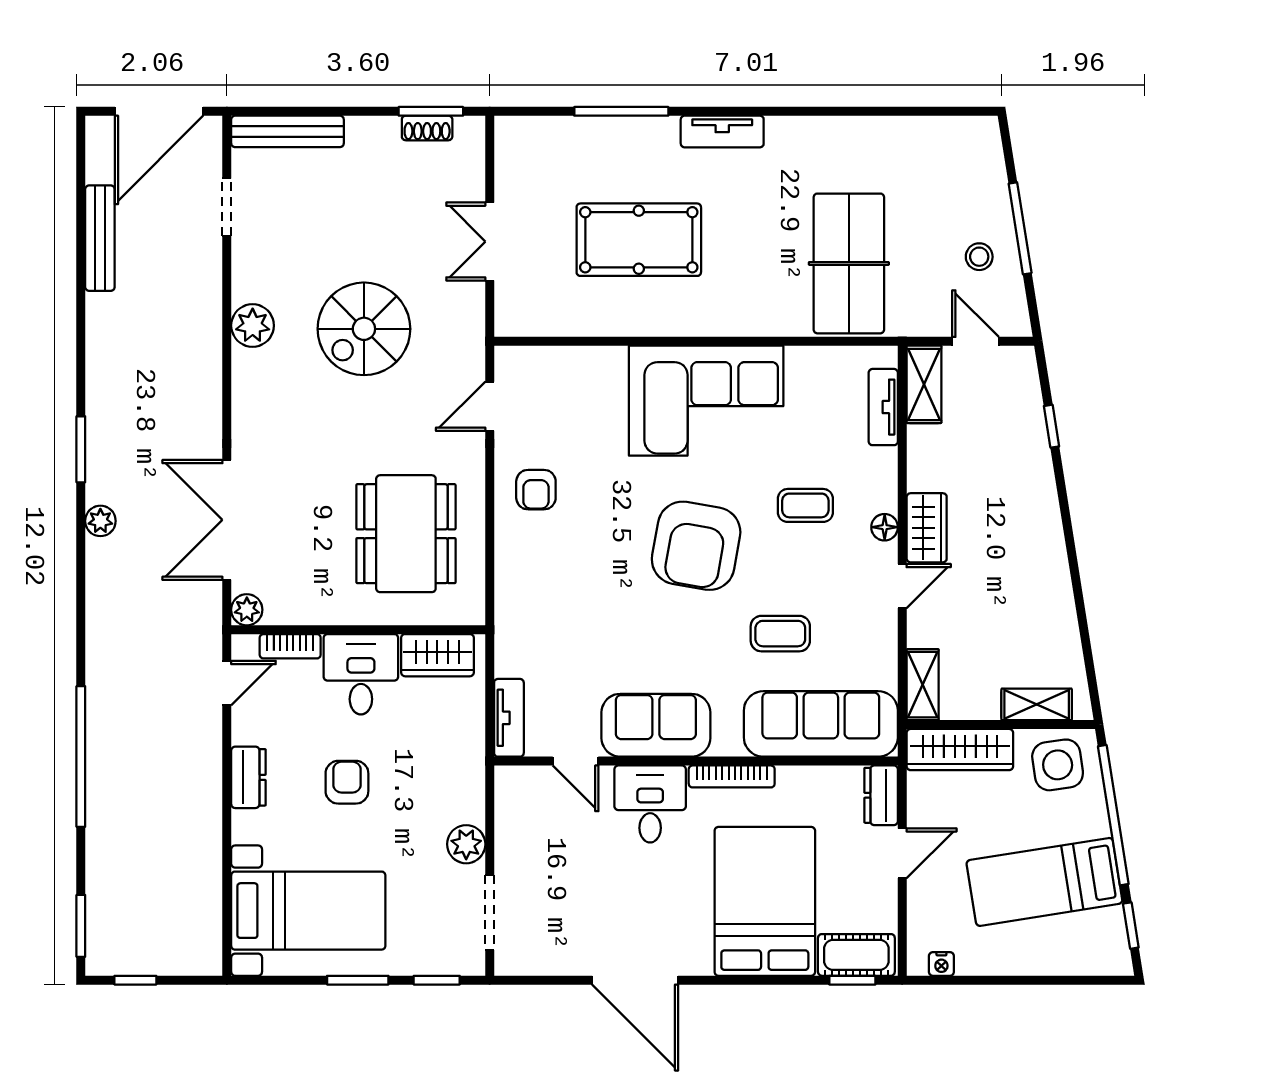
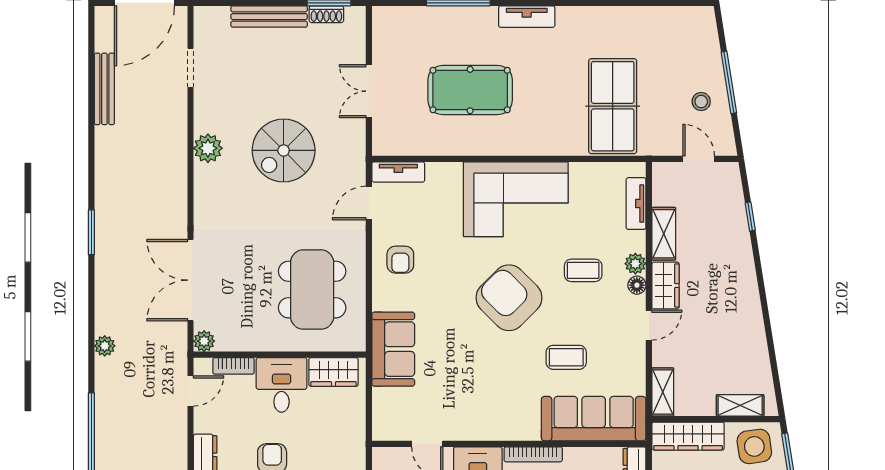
bench: (288, 131) -> (269, 17), moved
shelving: (924, 384) -> (664, 234), moved
plant: (882, 495) -> (635, 264), added
plant: (100, 521) -> (105, 346), moved
armchair: (696, 546) -> (509, 298), turned 125
tv unit: (509, 718) -> (398, 172), moved, turned 90
sofa: (656, 725) -> (393, 349), moved, turned 90

